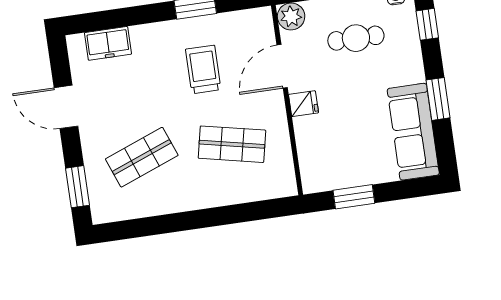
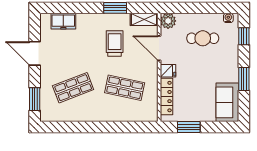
shelving: (249, 20) -> (144, 19), added
door: (282, 66) -> (159, 48), hinge flipped
sofa: (413, 132) -> (227, 102), width x0.73
locker: (307, 149) -> (166, 97), added

